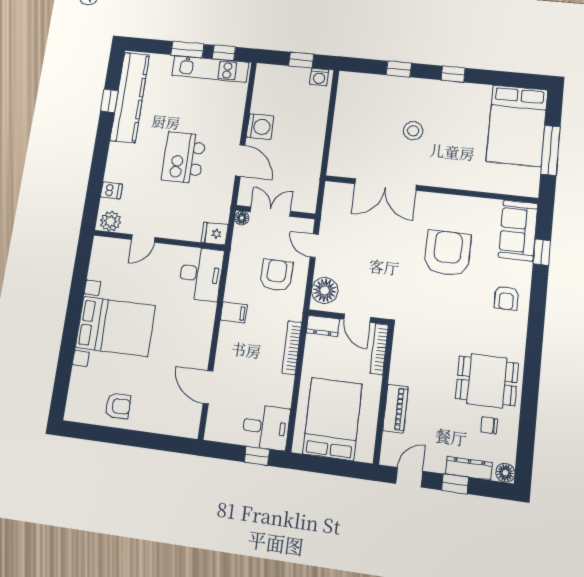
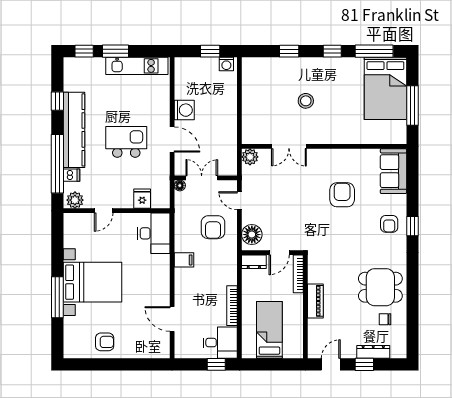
window: (224, 53) -> (84, 51), moved
window: (507, 79) -> (374, 51), added
kitchen counter: (130, 97) -> (74, 130), moved
kitchen island: (184, 158) -> (126, 142), turned 90
window: (97, 175) -> (57, 164), added
double door: (385, 184) -> (289, 146), width x0.73
plant: (334, 192) -> (250, 157), added
fridge: (215, 233) -> (142, 199), moved, turned 90
window: (542, 252) -> (413, 226), moved
armchair: (448, 253) -> (342, 195), width x0.73, depth x0.73
armchair: (276, 275) -> (213, 227), turned 180
door: (357, 318) -> (279, 253), hinge flipped
window: (69, 340) -> (57, 297), added
bookcase: (292, 348) -> (232, 306), moved
piano: (395, 409) -> (315, 301), moved
bed: (332, 419) -> (269, 330), width x0.67
floor lamp: (505, 473) -> (400, 352), removed

